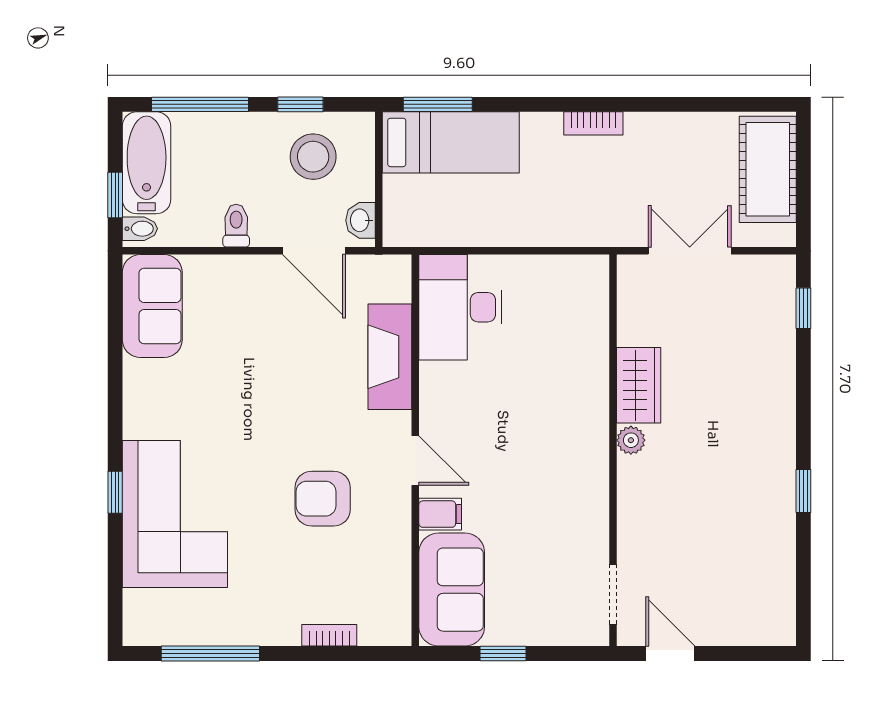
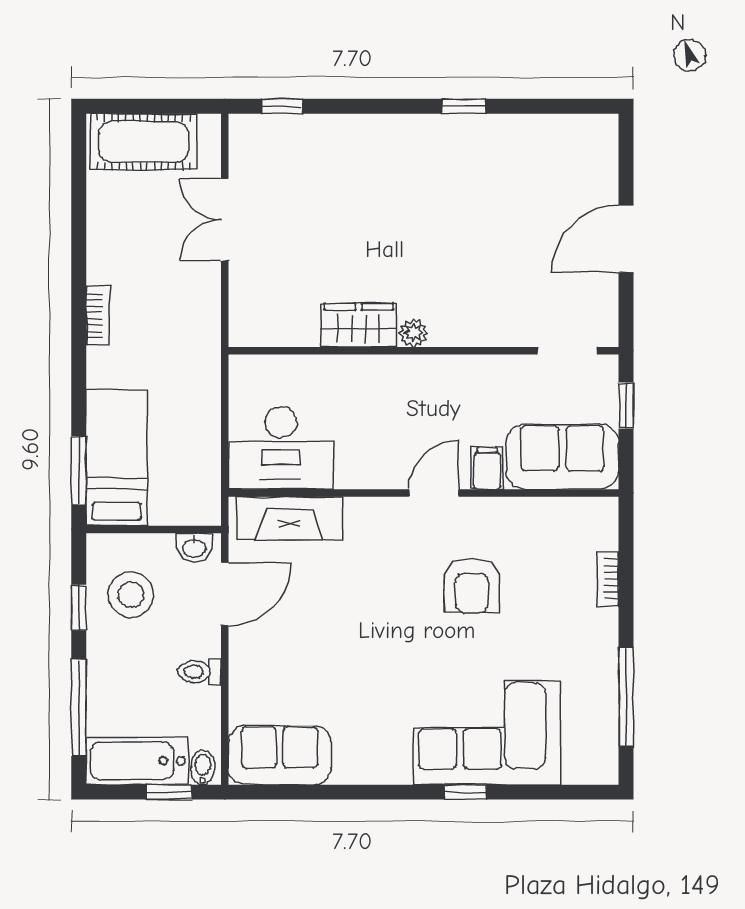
fireplace: (390, 357) -> (290, 518), moved
wardrobe: (639, 385) -> (359, 325), moved
plant: (631, 440) -> (413, 333), moved
wall: (613, 450) -> (424, 351), moved
doorway: (613, 594) -> (567, 351), moved
door: (670, 654) -> (626, 239), width x1.38

